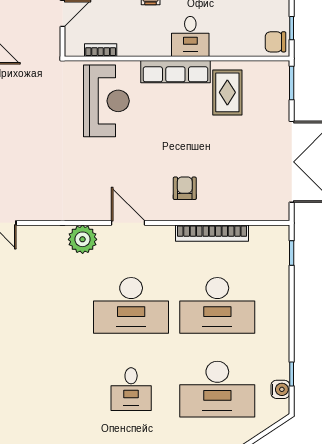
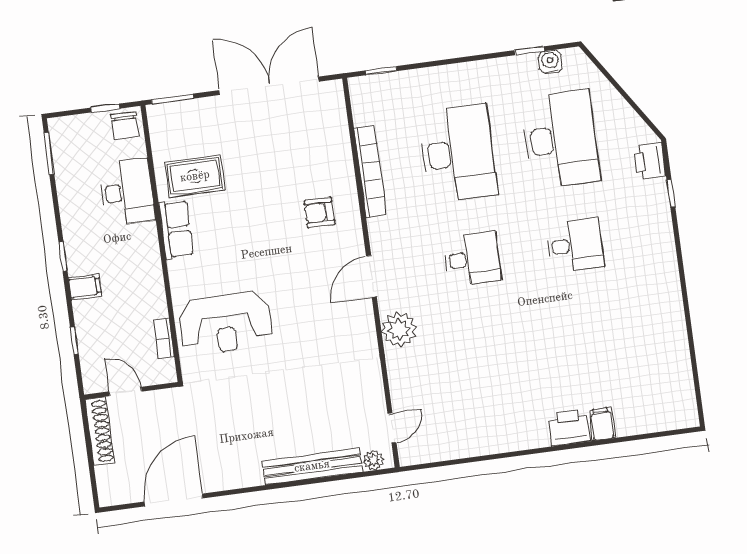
desk: (190, 36) -> (127, 192), moved, width x1.37
row of seats: (175, 72) -> (176, 230), width x0.68
reception desk: (106, 101) -> (225, 323), turned 180
desk: (131, 305) -> (472, 259), width x0.53, depth x0.77

